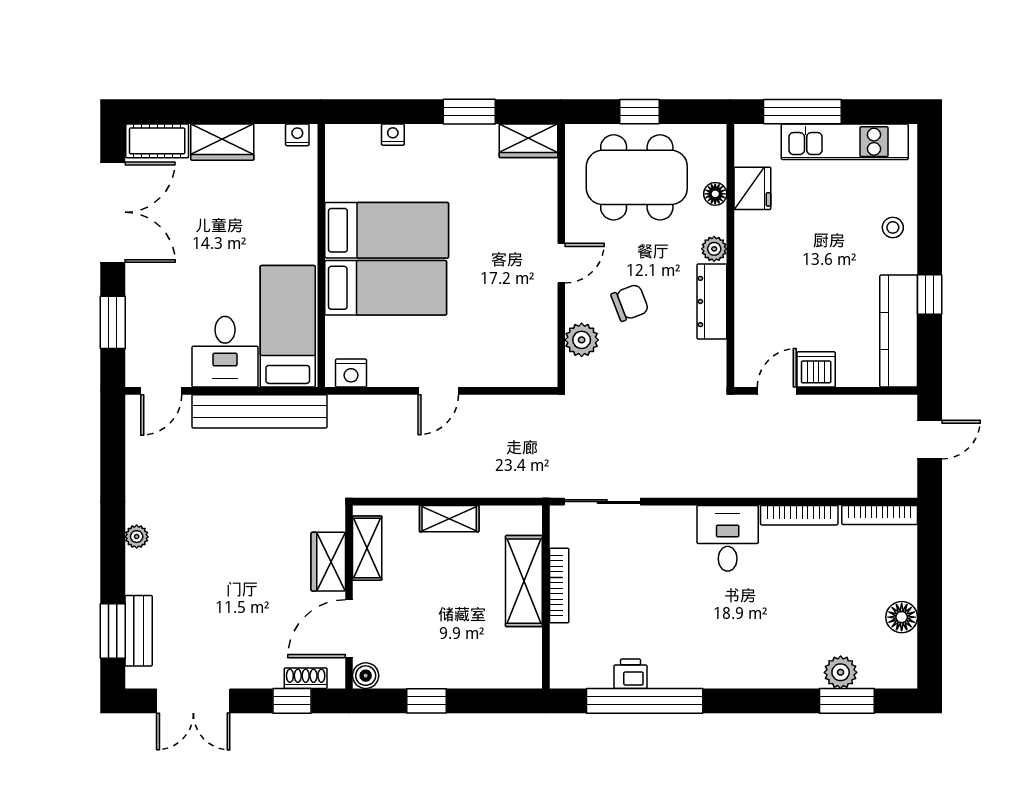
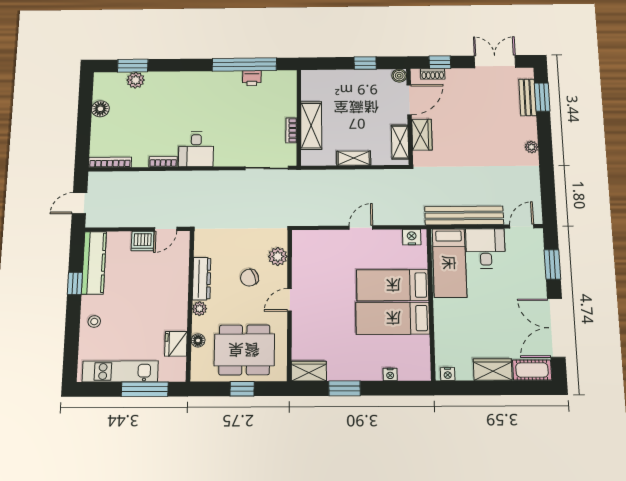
bookcase: (799, 515) -> (163, 162), width x0.64
bookcase: (559, 586) -> (291, 130), width x0.64

